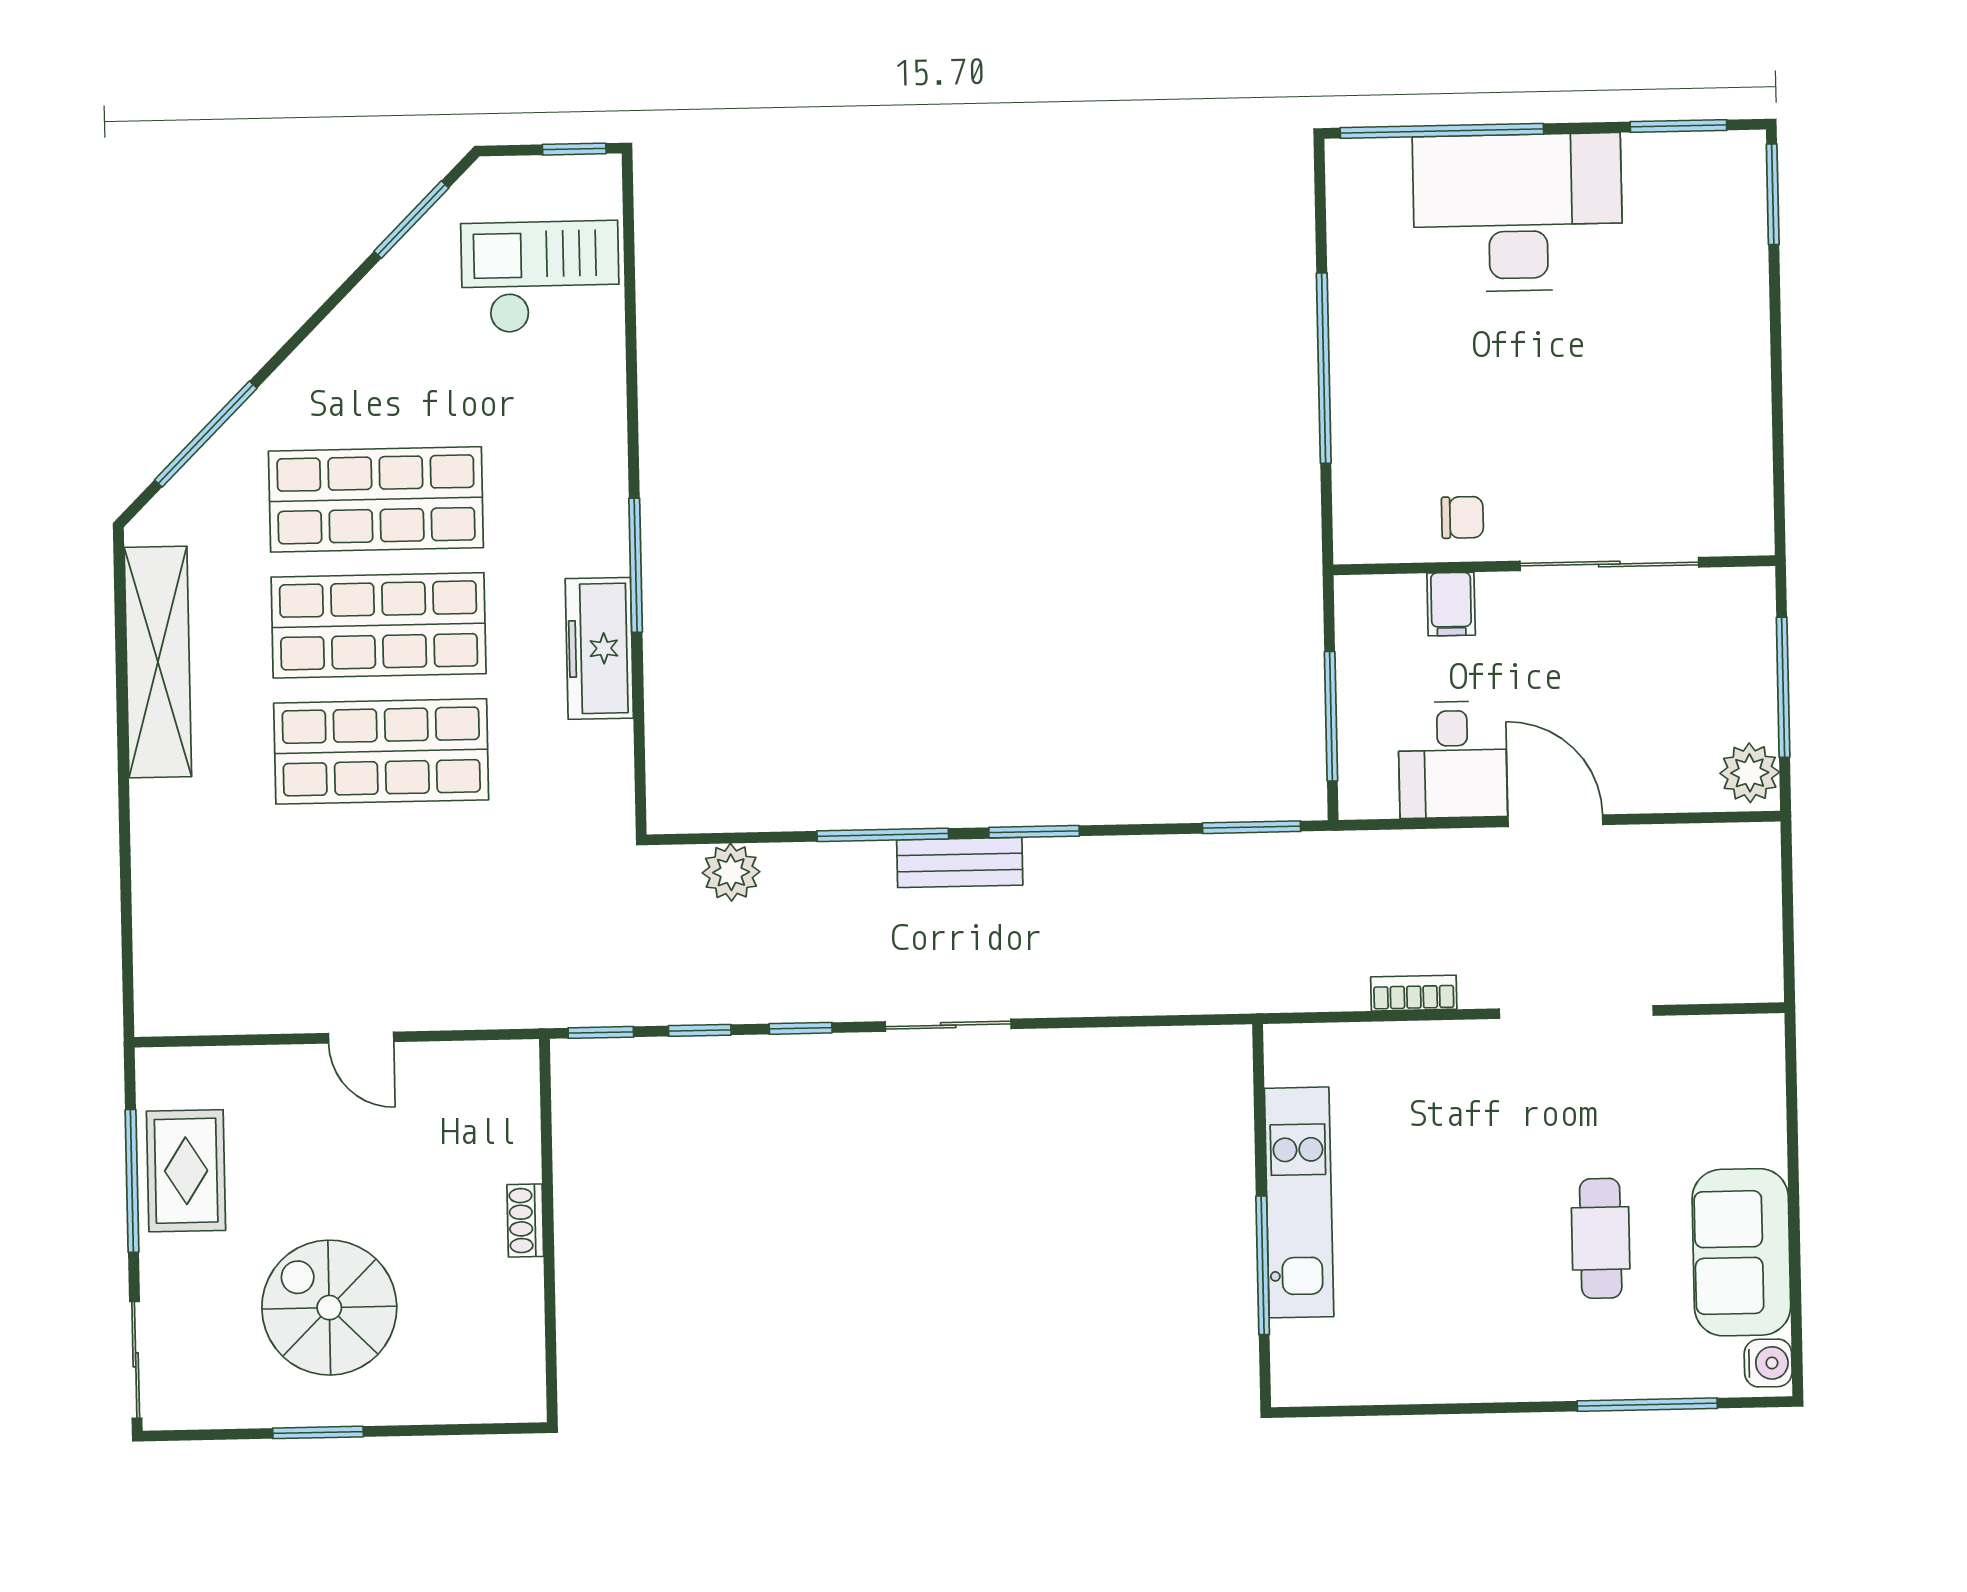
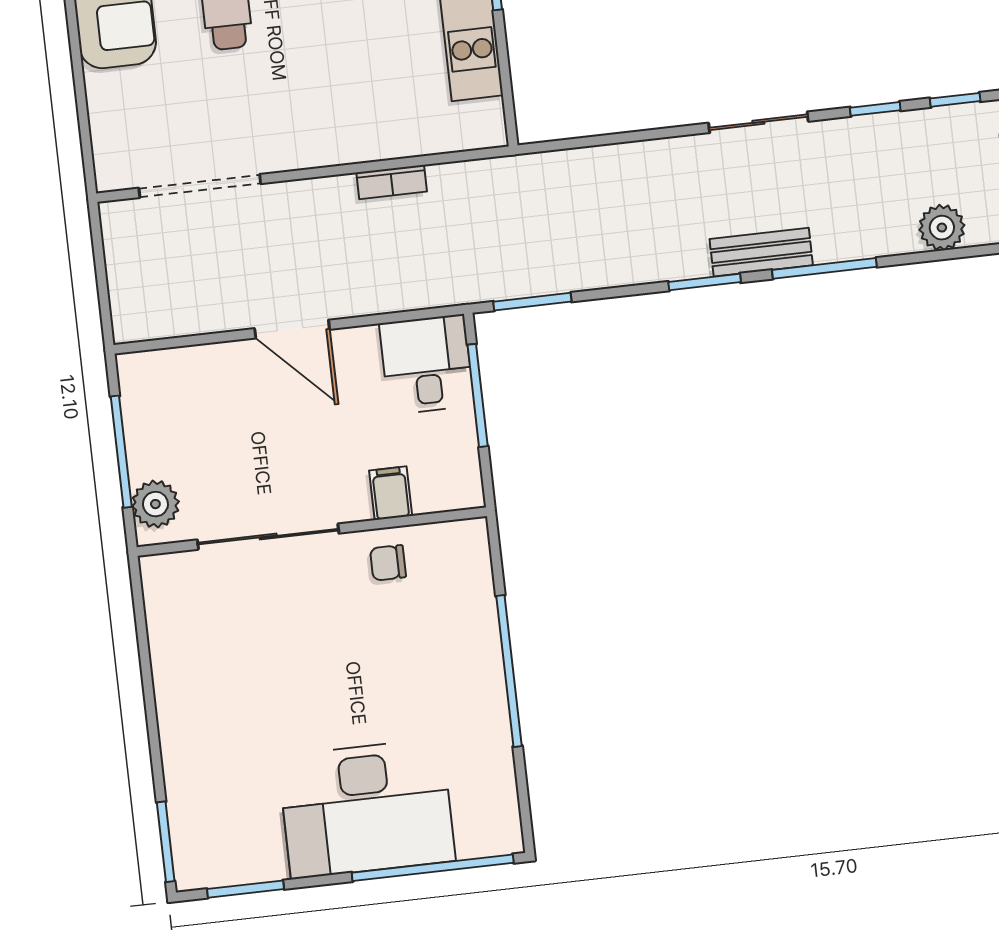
desk: (1453, 760) -> (427, 364), moved
plant: (1750, 773) -> (155, 504), moved
doorway: (1576, 1012) -> (200, 186), moved

